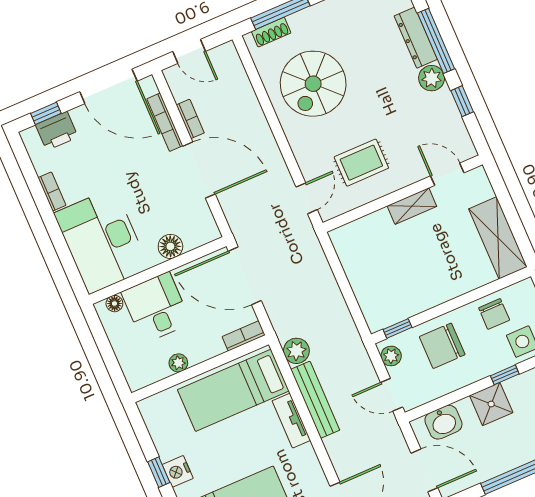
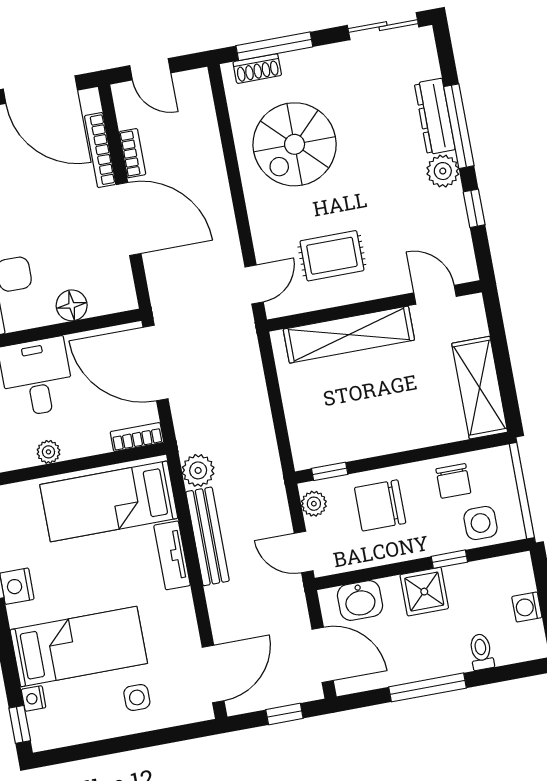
shelving: (412, 206) -> (349, 335), width x2.20, depth x1.33

